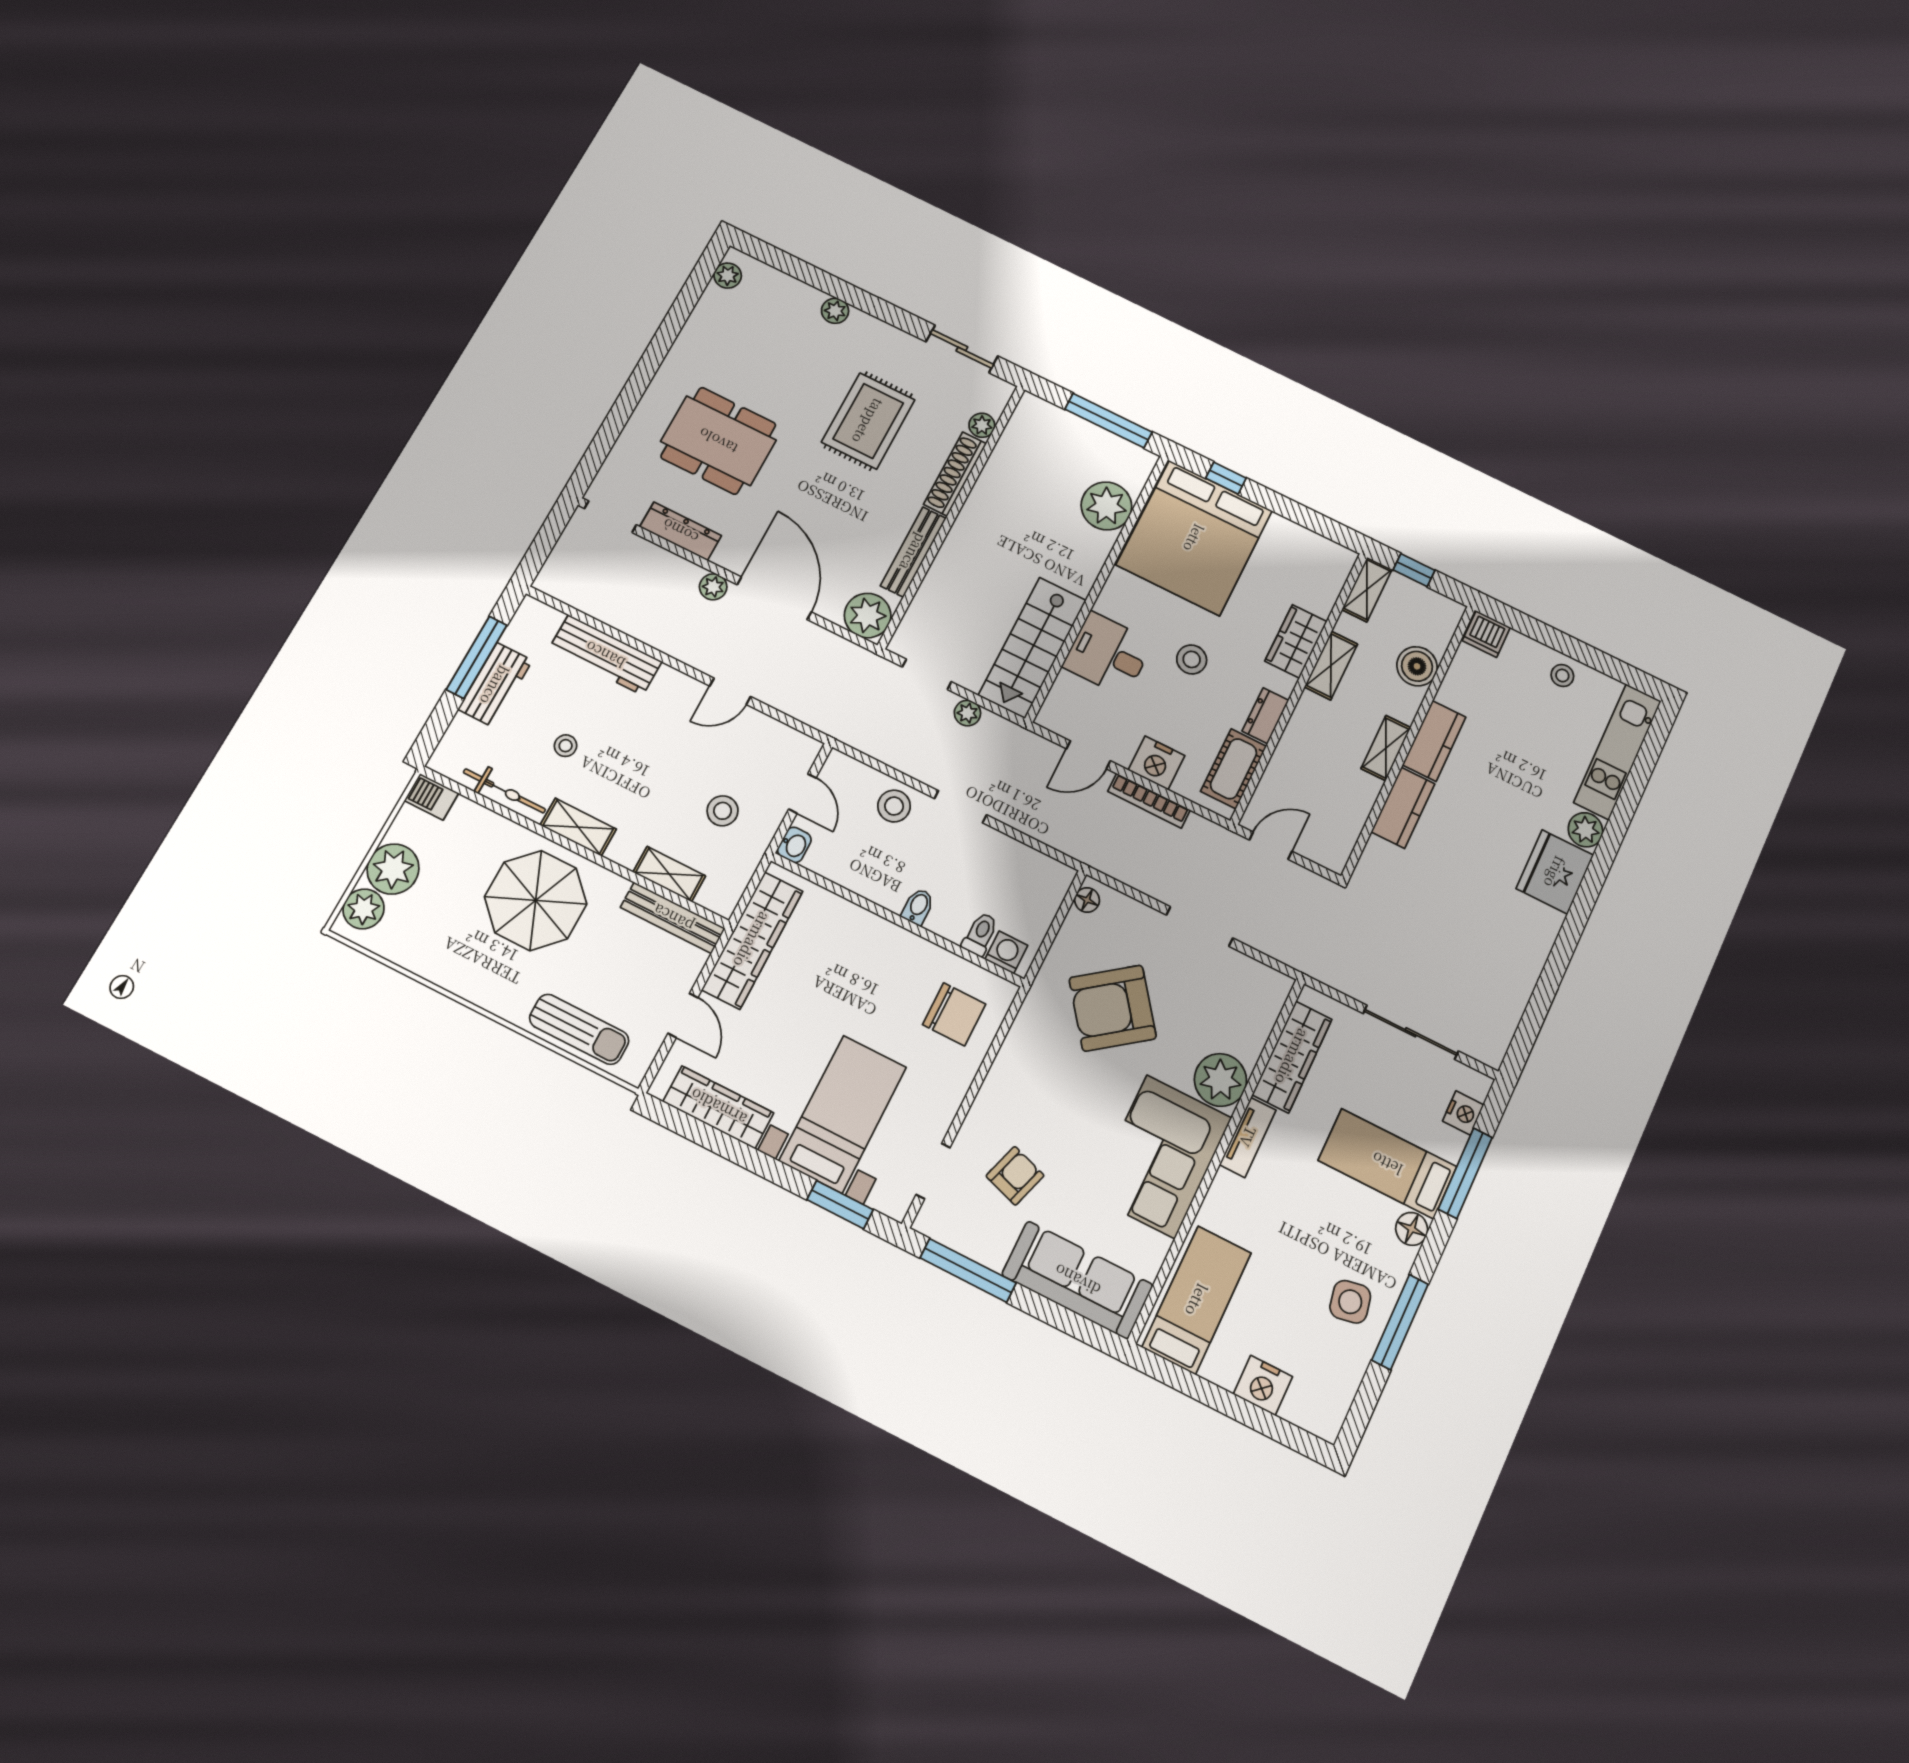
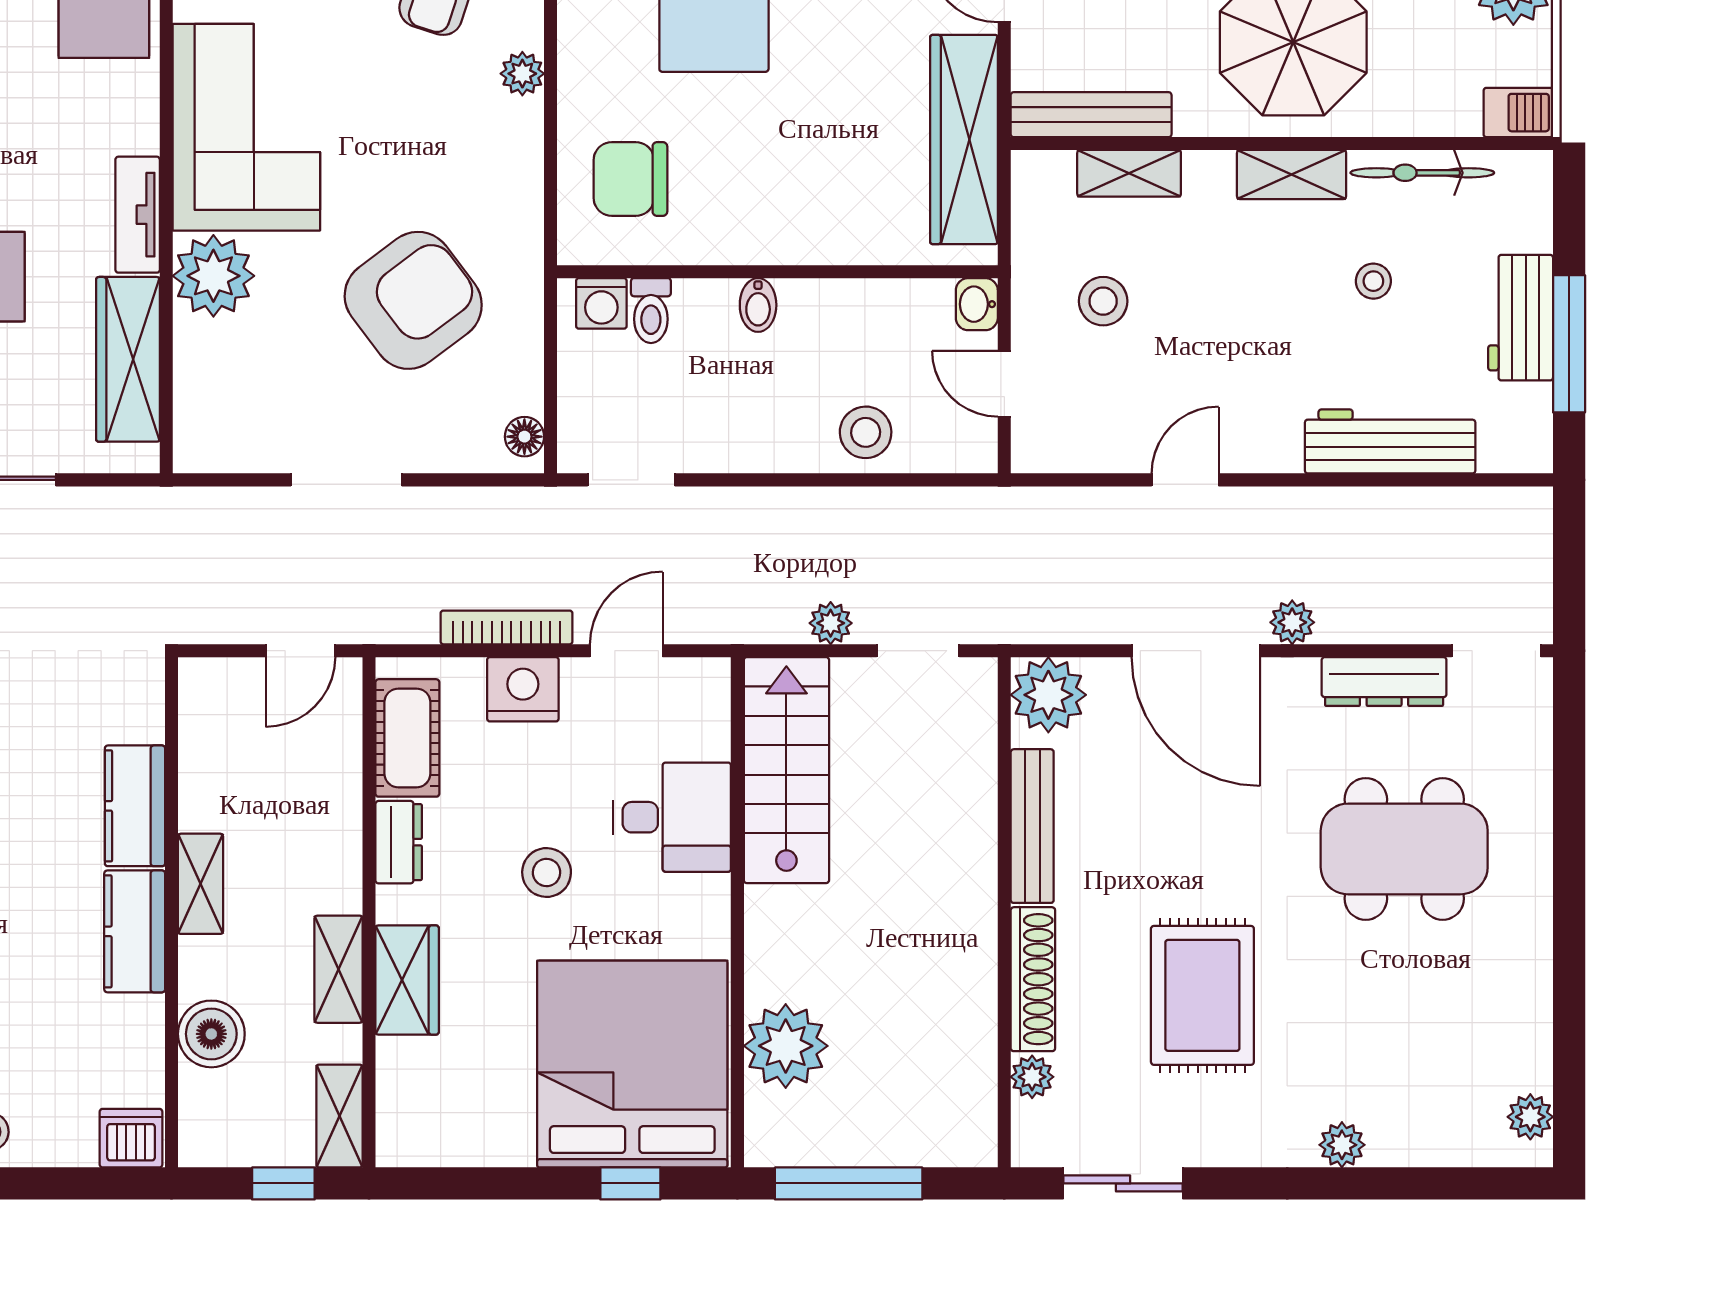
doorway: (960, 807) -> (631, 480), moved
plant: (986, 1107) -> (522, 74), added

